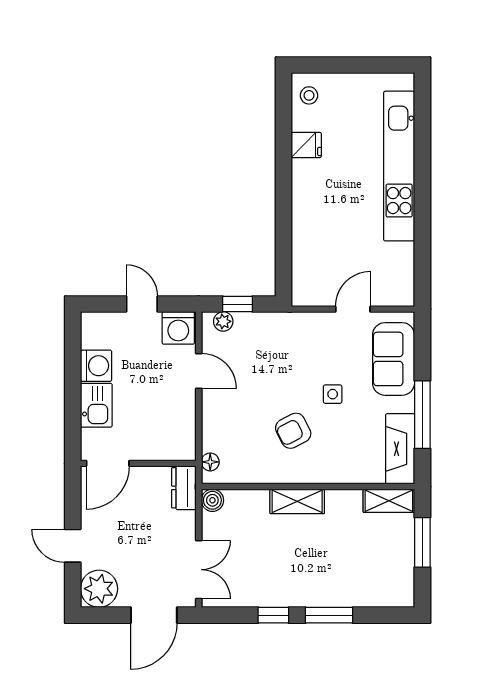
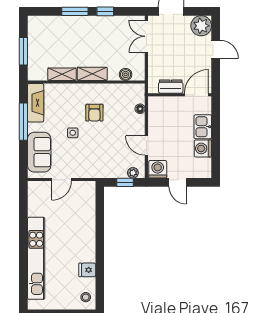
armchair: (293, 431) -> (94, 113), turned 117
floor lamp: (210, 462) -> (140, 109), moved
dresser: (184, 488) -> (171, 87), moved, turned -90
boiler: (212, 500) -> (126, 74), moved
shelving: (389, 501) -> (62, 74), moved

